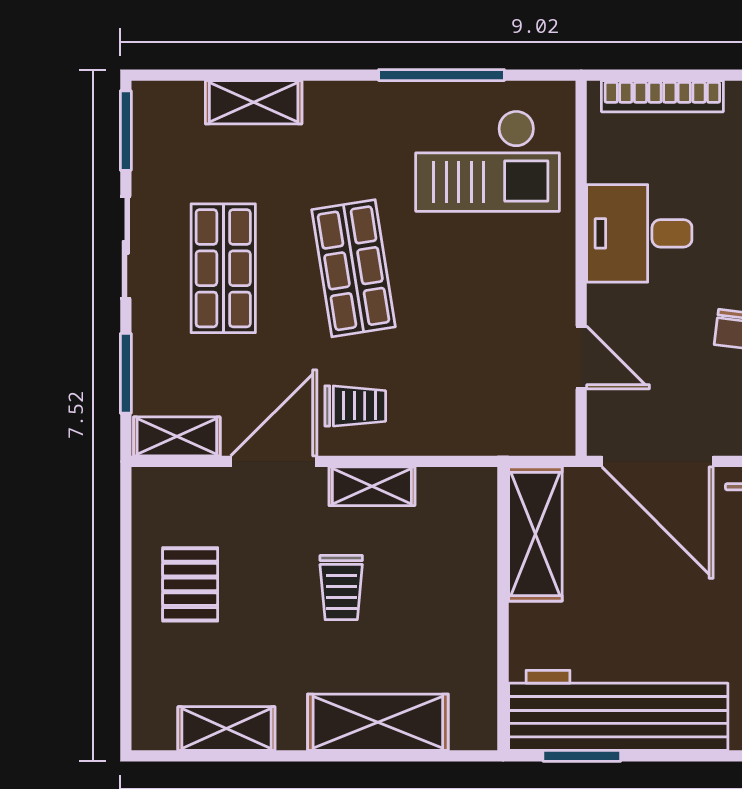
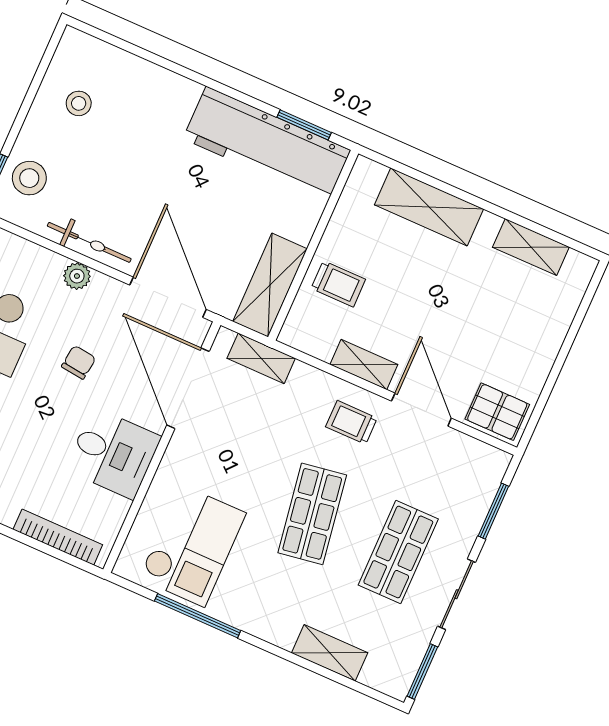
checkout: (488, 161) -> (192, 546), turned 90
door: (581, 358) -> (188, 388), width x1.88
shelving: (177, 436) -> (261, 358), moved
door: (274, 461) -> (421, 410), swing flipped
pallet: (190, 584) -> (497, 412), moved, turned 90
trolley: (341, 588) -> (338, 284), moved, turned 90

